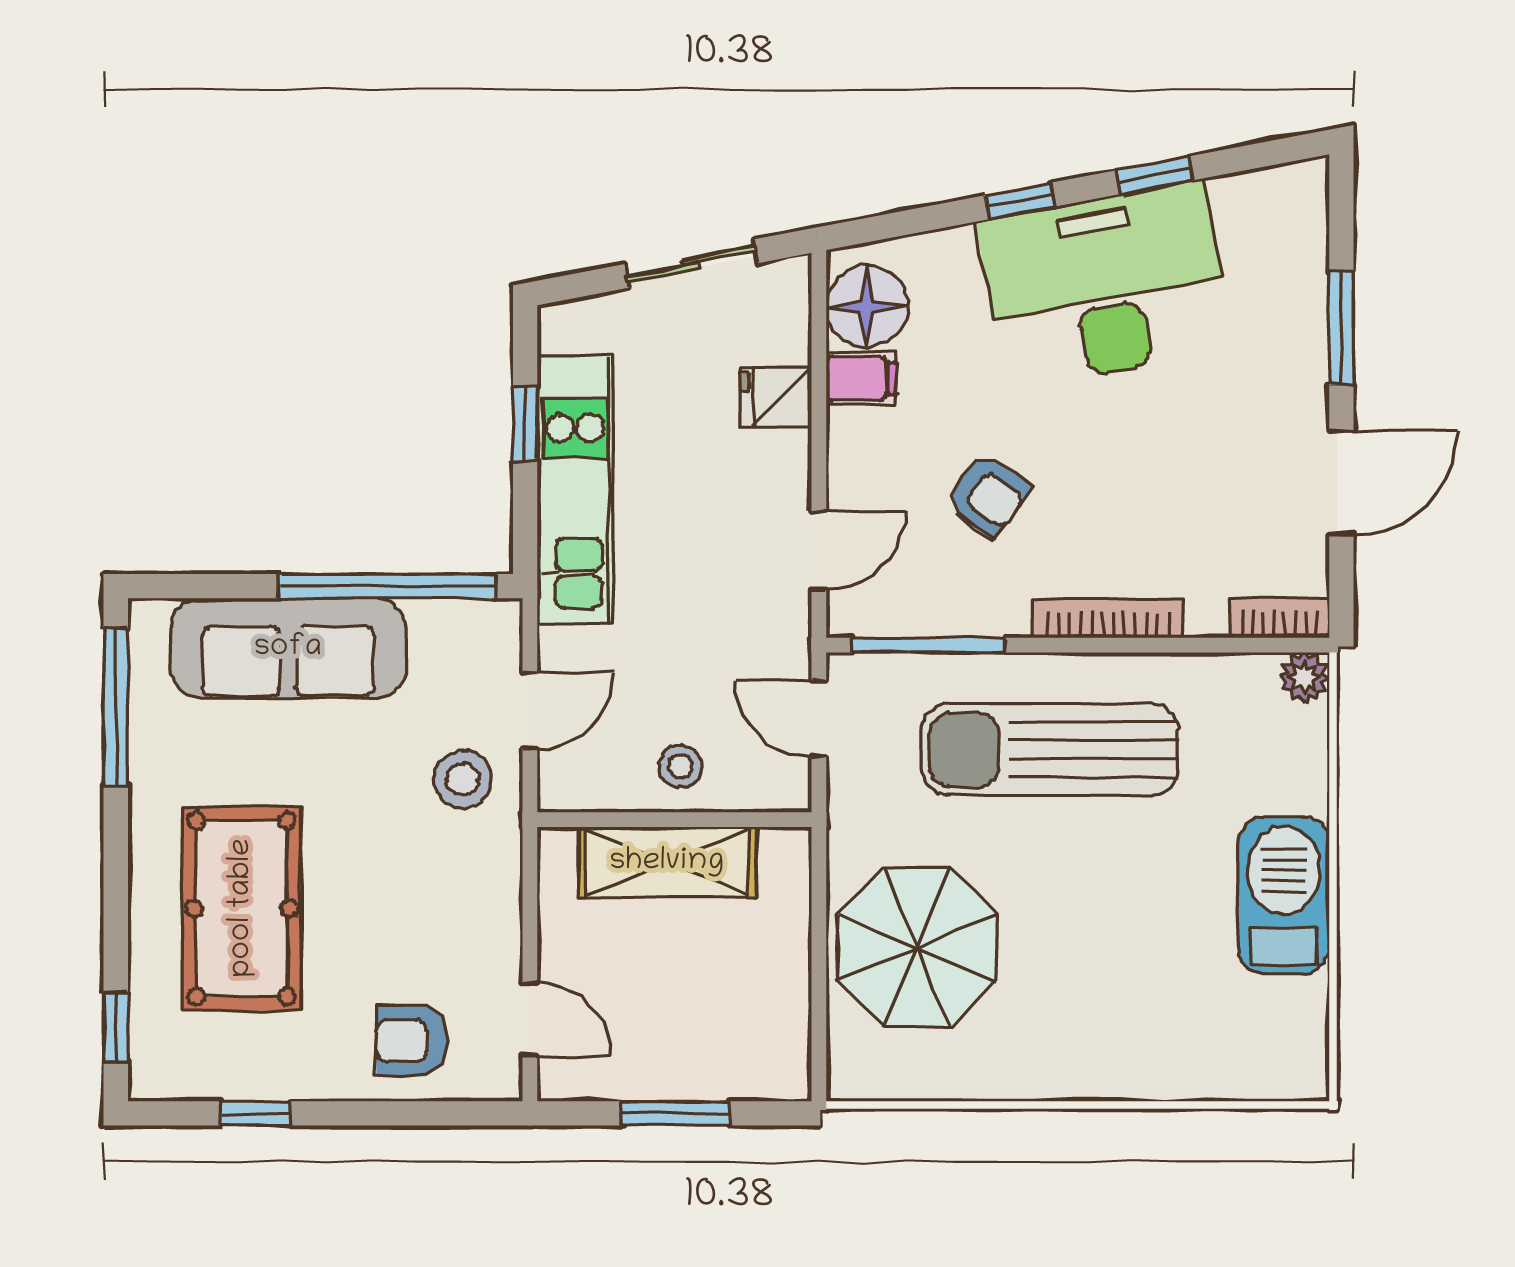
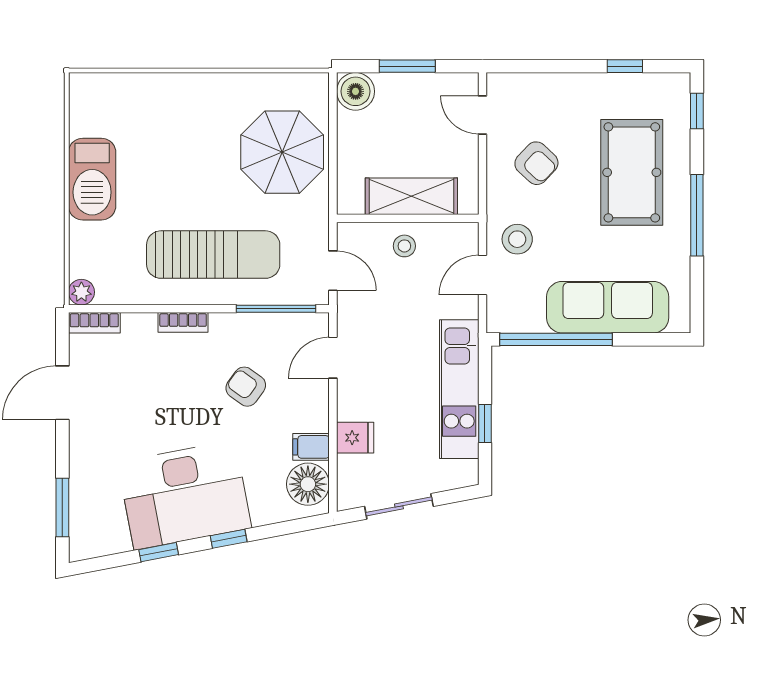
window: (1341, 328) -> (62, 508), moved
bookcase: (1108, 619) -> (183, 322), width x0.64
window: (116, 707) -> (697, 215), moved
armchair: (412, 1041) -> (536, 163), moved, turned 43
boiler: (775, 1065) -> (356, 91), added

